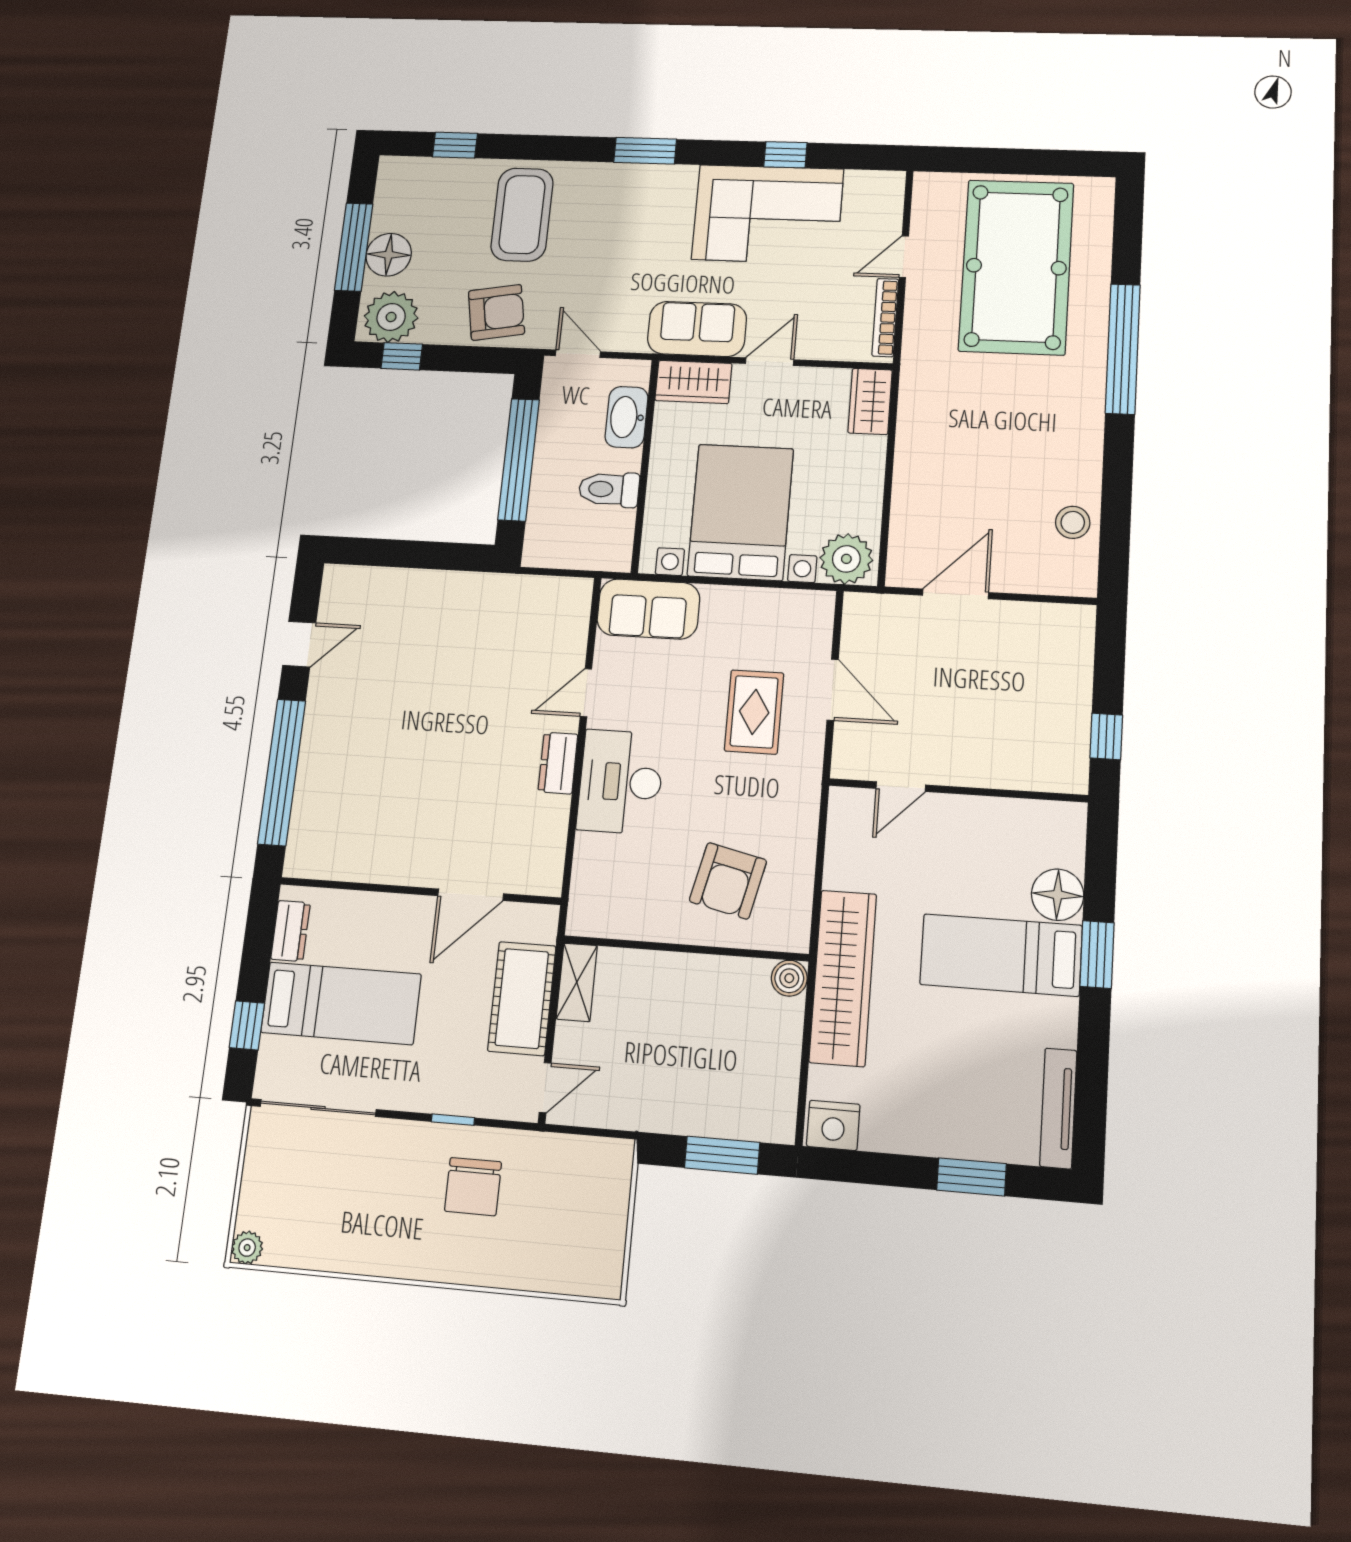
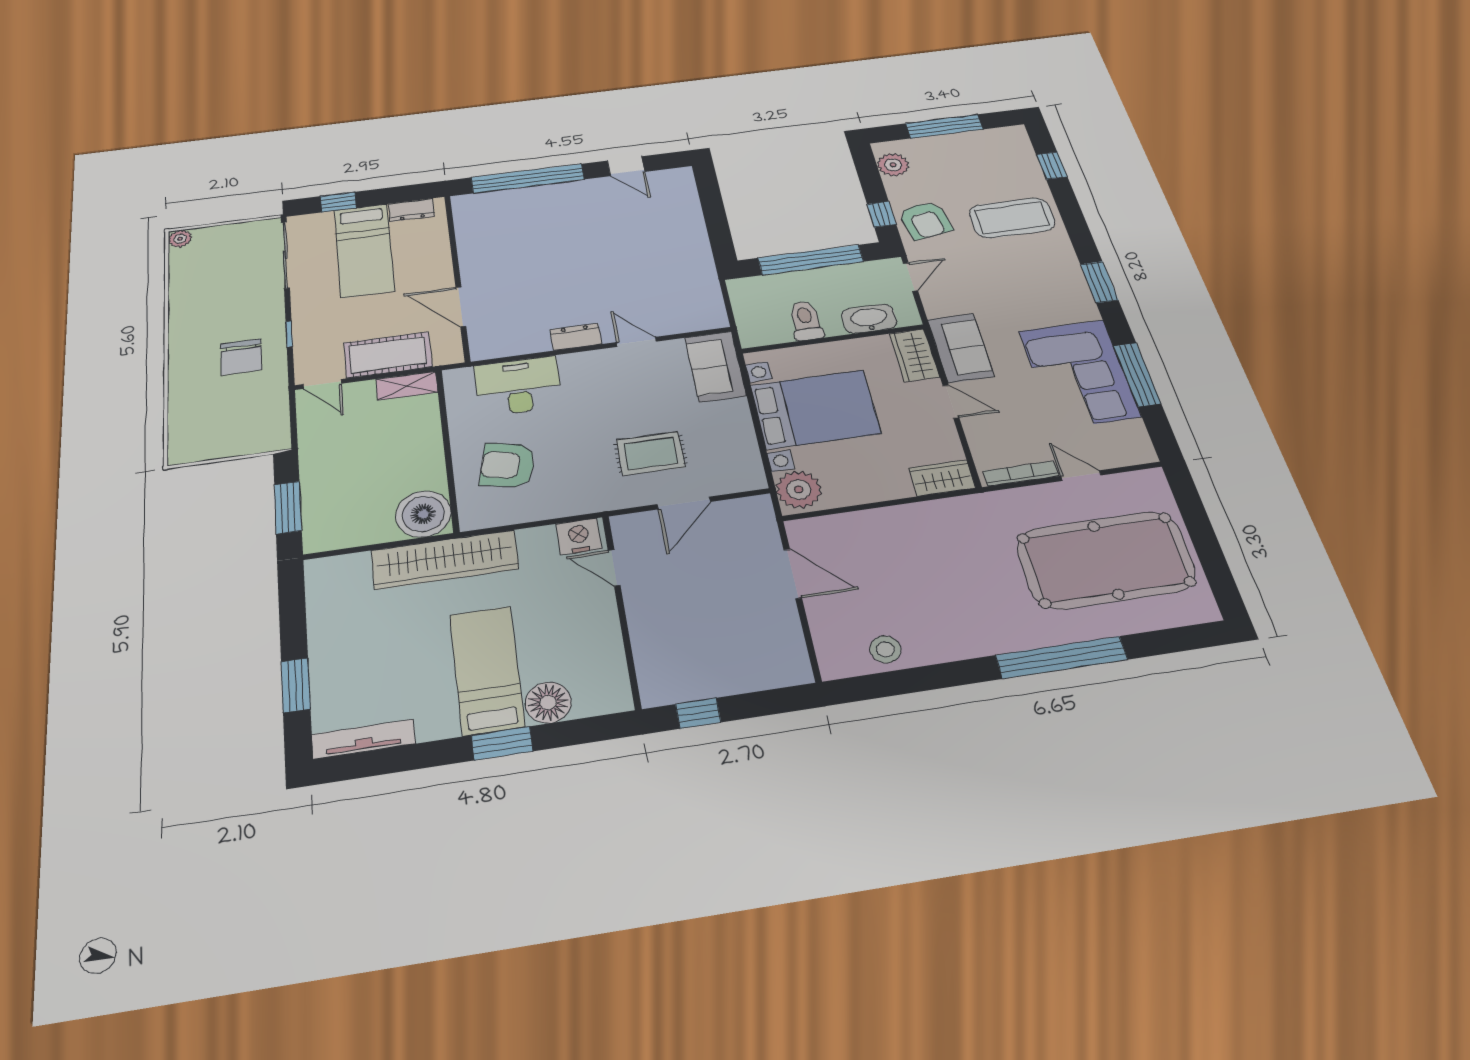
window: (785, 155) -> (1137, 375), width x2.17
floor lamp: (389, 255) -> (946, 147), removed
plant: (391, 317) -> (893, 165), width x0.73, depth x0.73
window: (402, 356) -> (882, 214), moved
desk: (621, 782) -> (518, 386), moved
boiler: (789, 978) -> (423, 514), width x1.86, depth x1.86
nightstand: (833, 1125) -> (579, 536), moved, turned 90
chair: (473, 1187) -> (241, 357), turned -90

